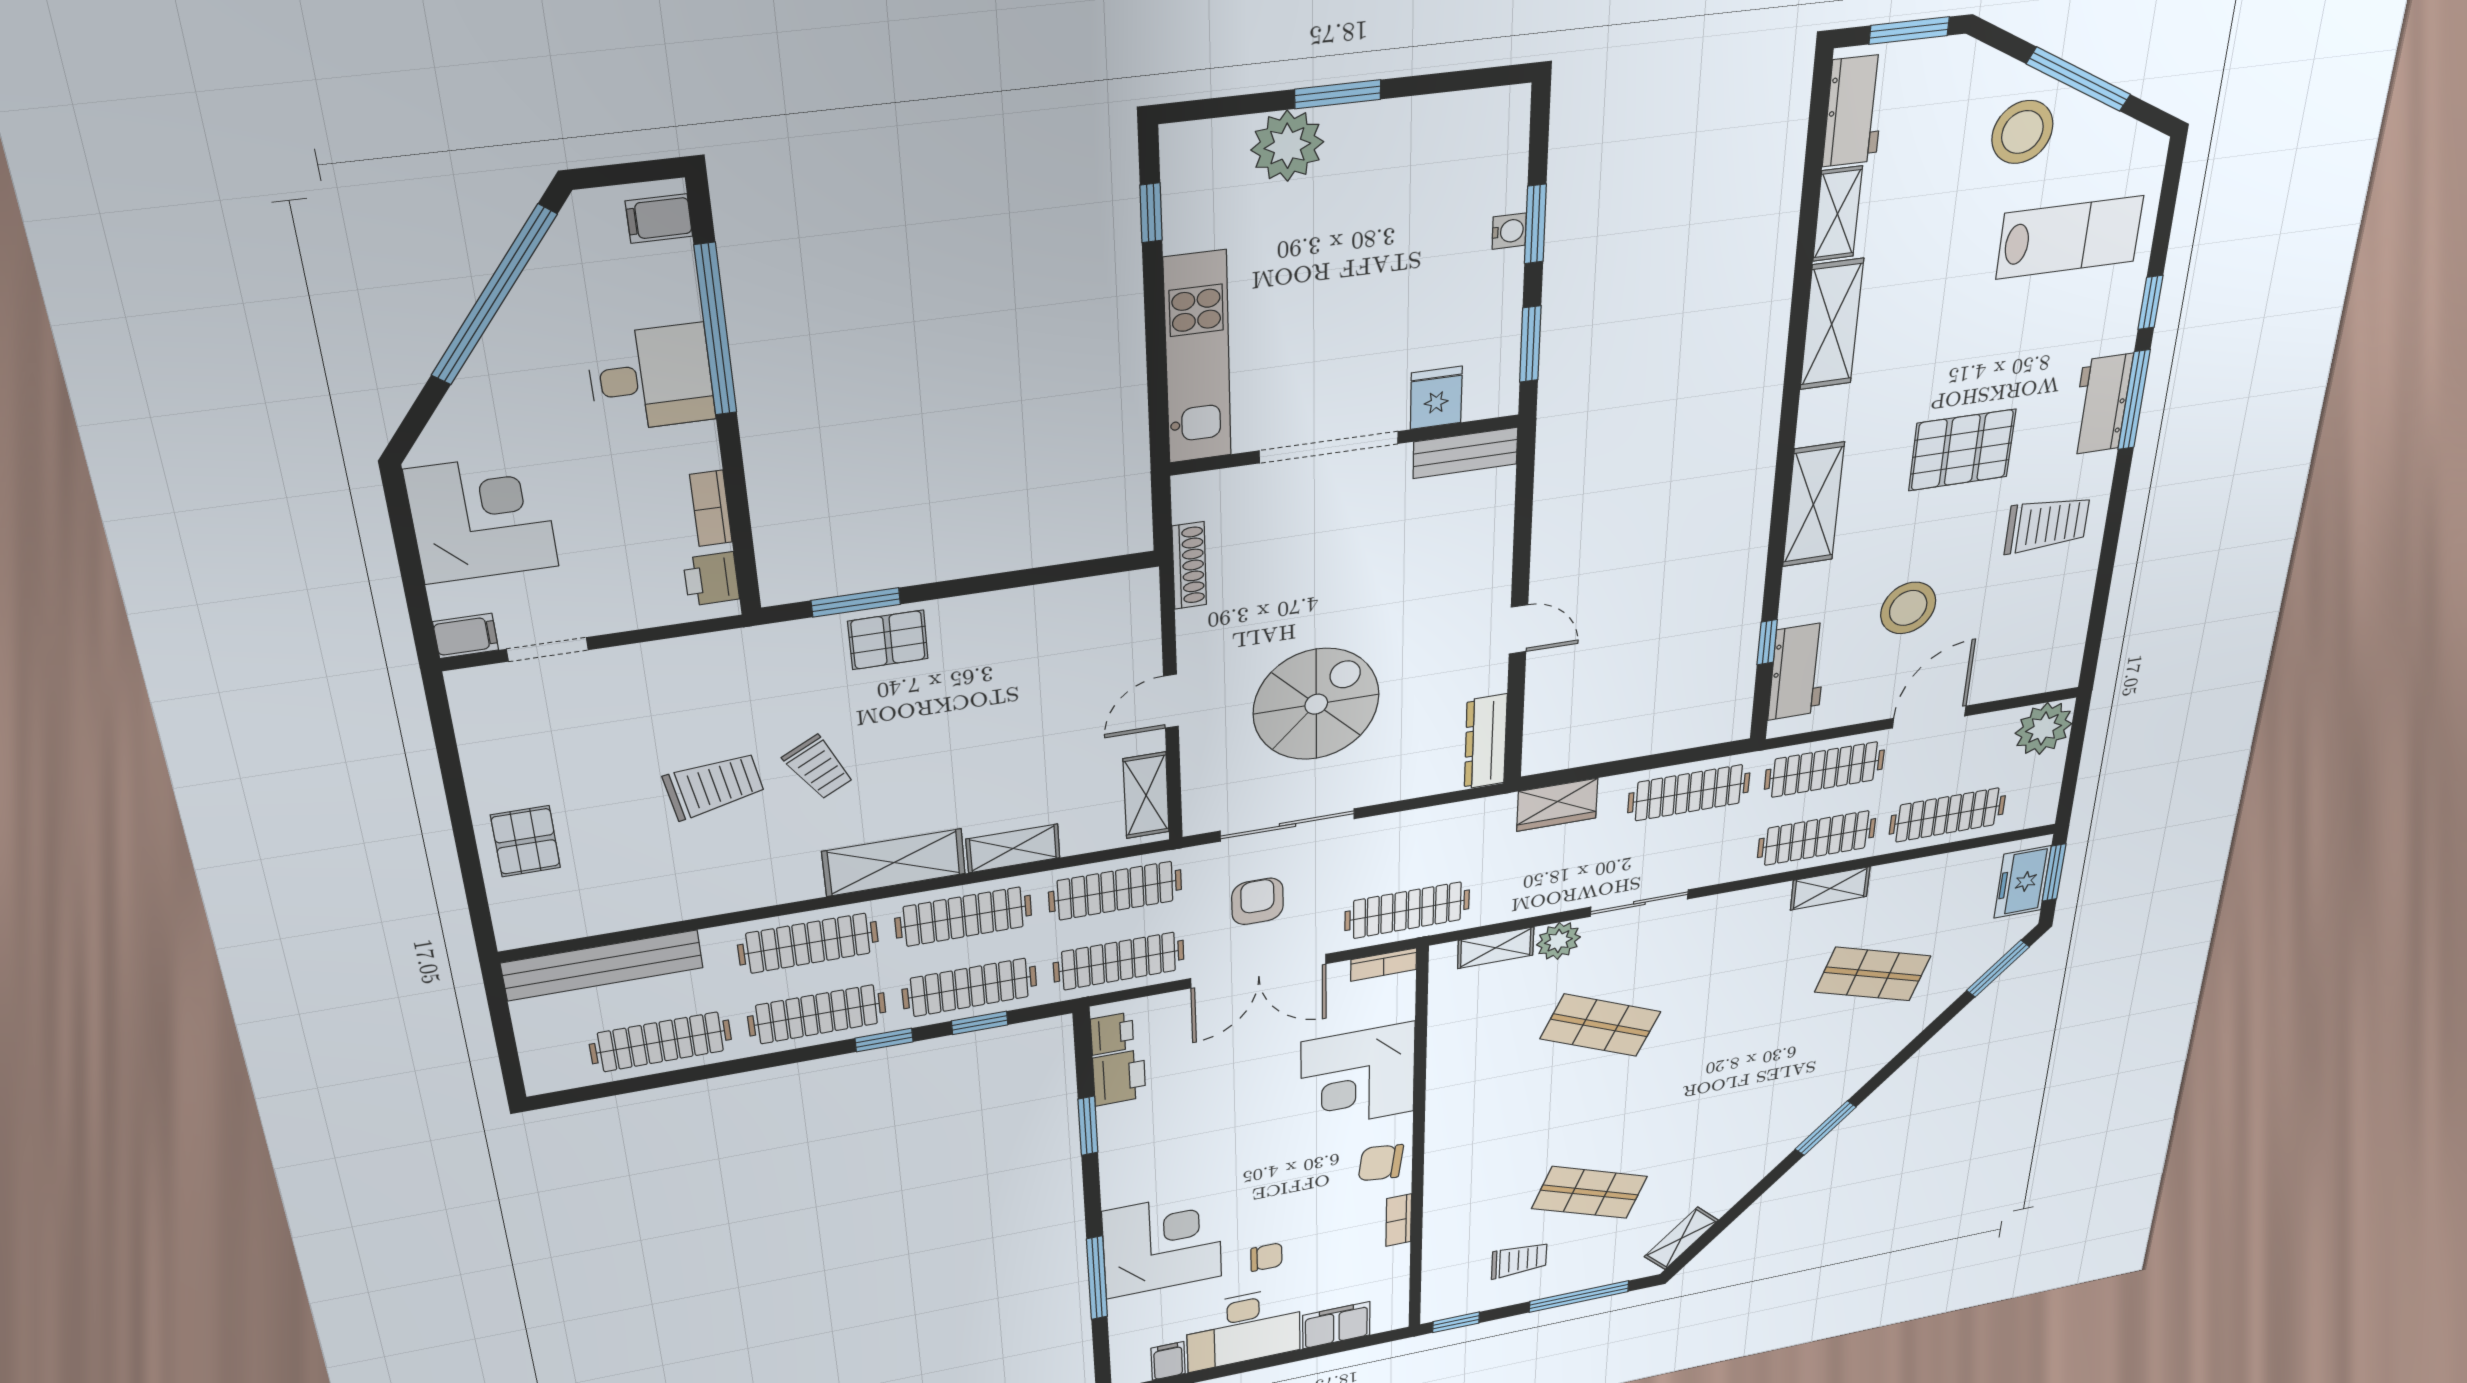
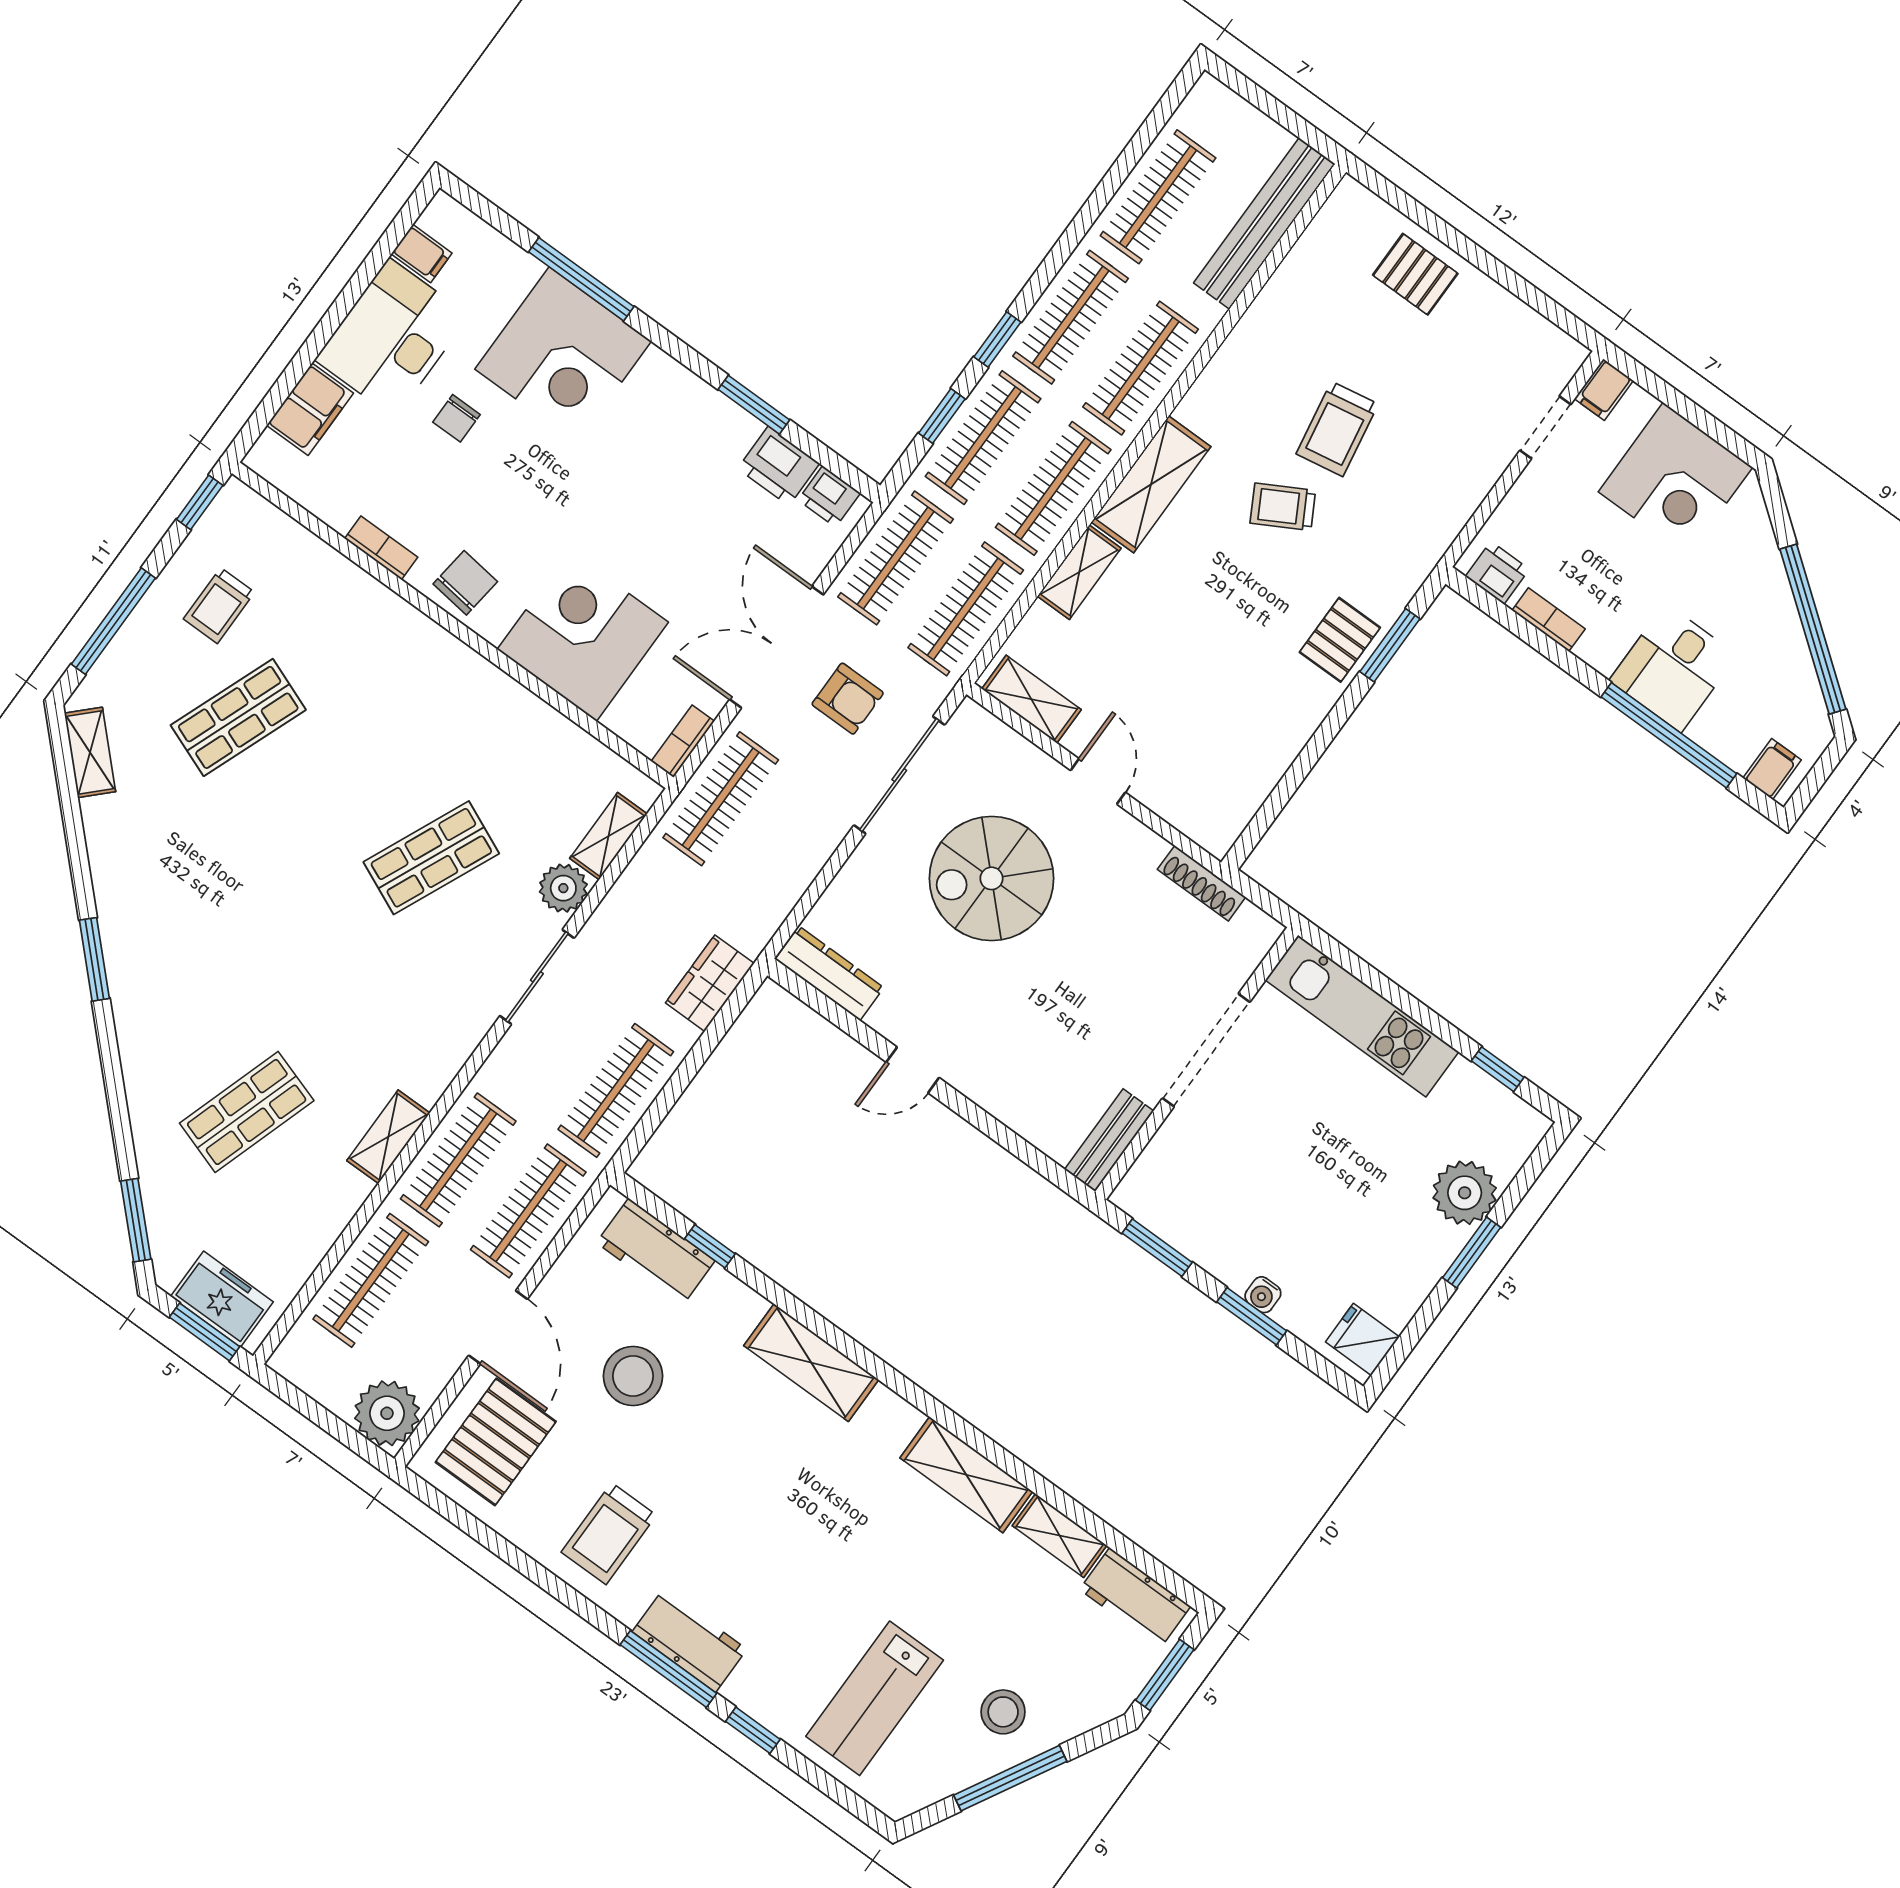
stool: (2022, 132) -> (1003, 1712), width x0.73, depth x0.73
fridge: (1436, 398) -> (1362, 1339), moved, turned 180
pallet: (1962, 450) -> (496, 1442), moved
spiral stairs: (1316, 704) -> (992, 878), turned 90

